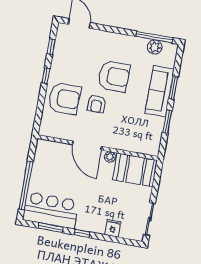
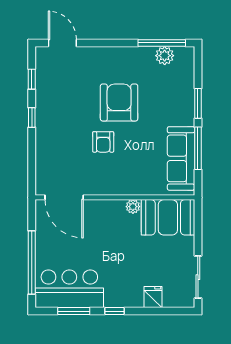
armchair: (114, 76) -> (119, 103), turned -90
sofa: (159, 91) -> (181, 158), moved
armchair: (64, 98) -> (61, 142), removed
window: (167, 122) -> (198, 148), width x1.44
door: (87, 146) -> (64, 197), moved

